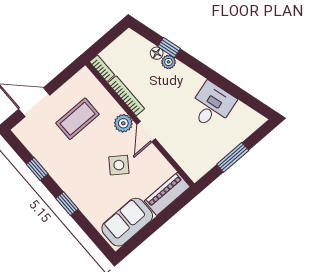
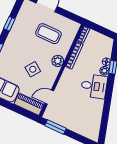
desk: (212, 106) -> (94, 86), moved
door: (146, 132) -> (49, 97), moved
window: (233, 157) -> (55, 127), moved

